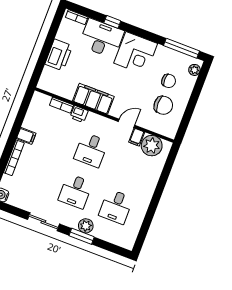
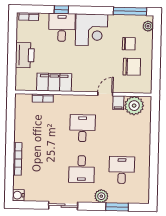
desk: (102, 38) -> (62, 27), width x0.73
filing cabinet: (93, 99) -> (54, 82), moved
printer: (79, 114) -> (61, 101), removed
filing cabinet: (26, 136) -> (21, 136), removed
desk: (91, 150) -> (82, 128), turned 180
desk: (116, 207) -> (122, 170), turned 180
window: (82, 236) -> (117, 207), moved

